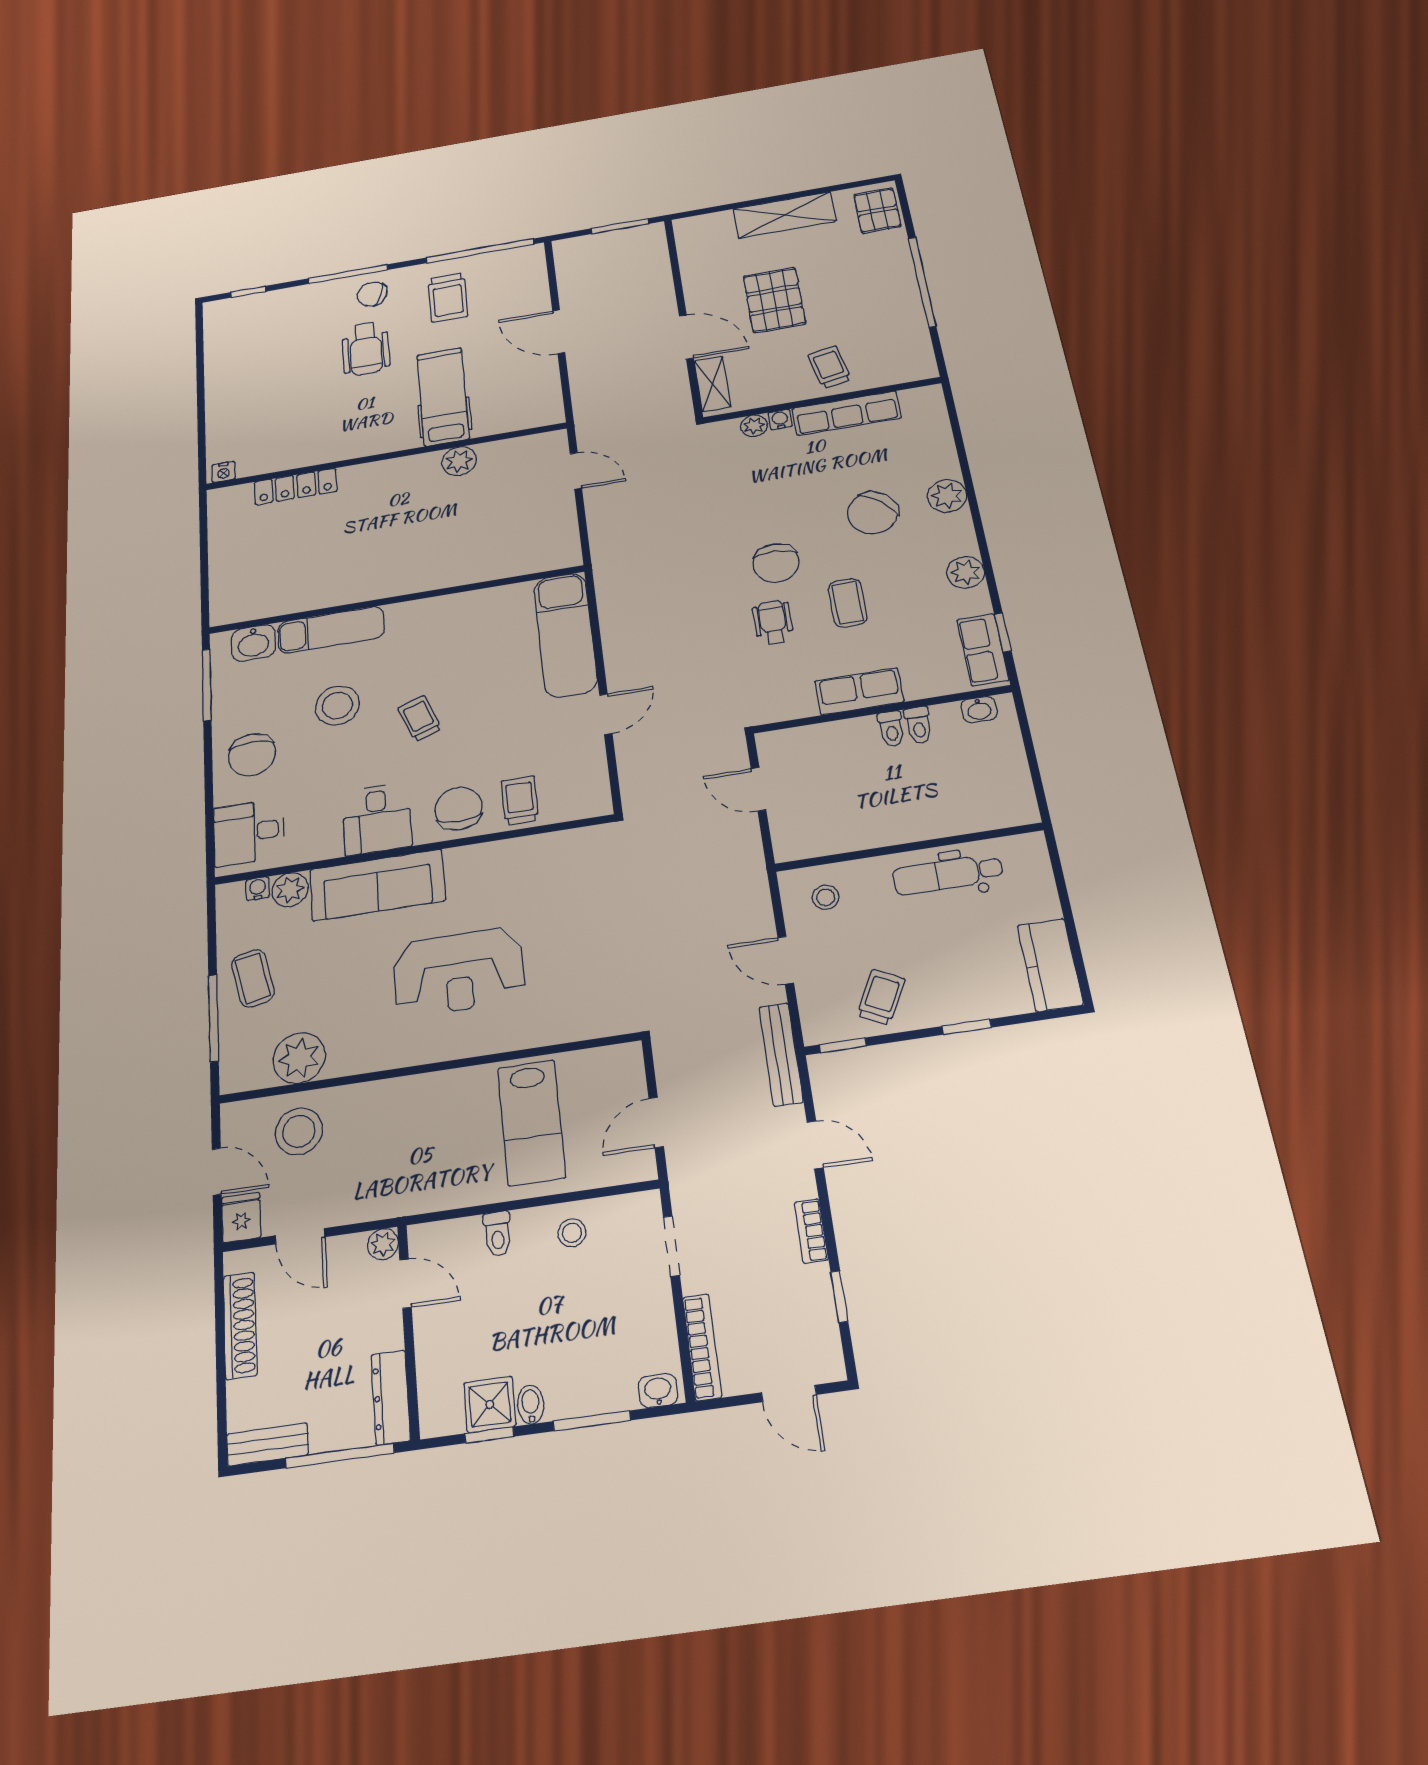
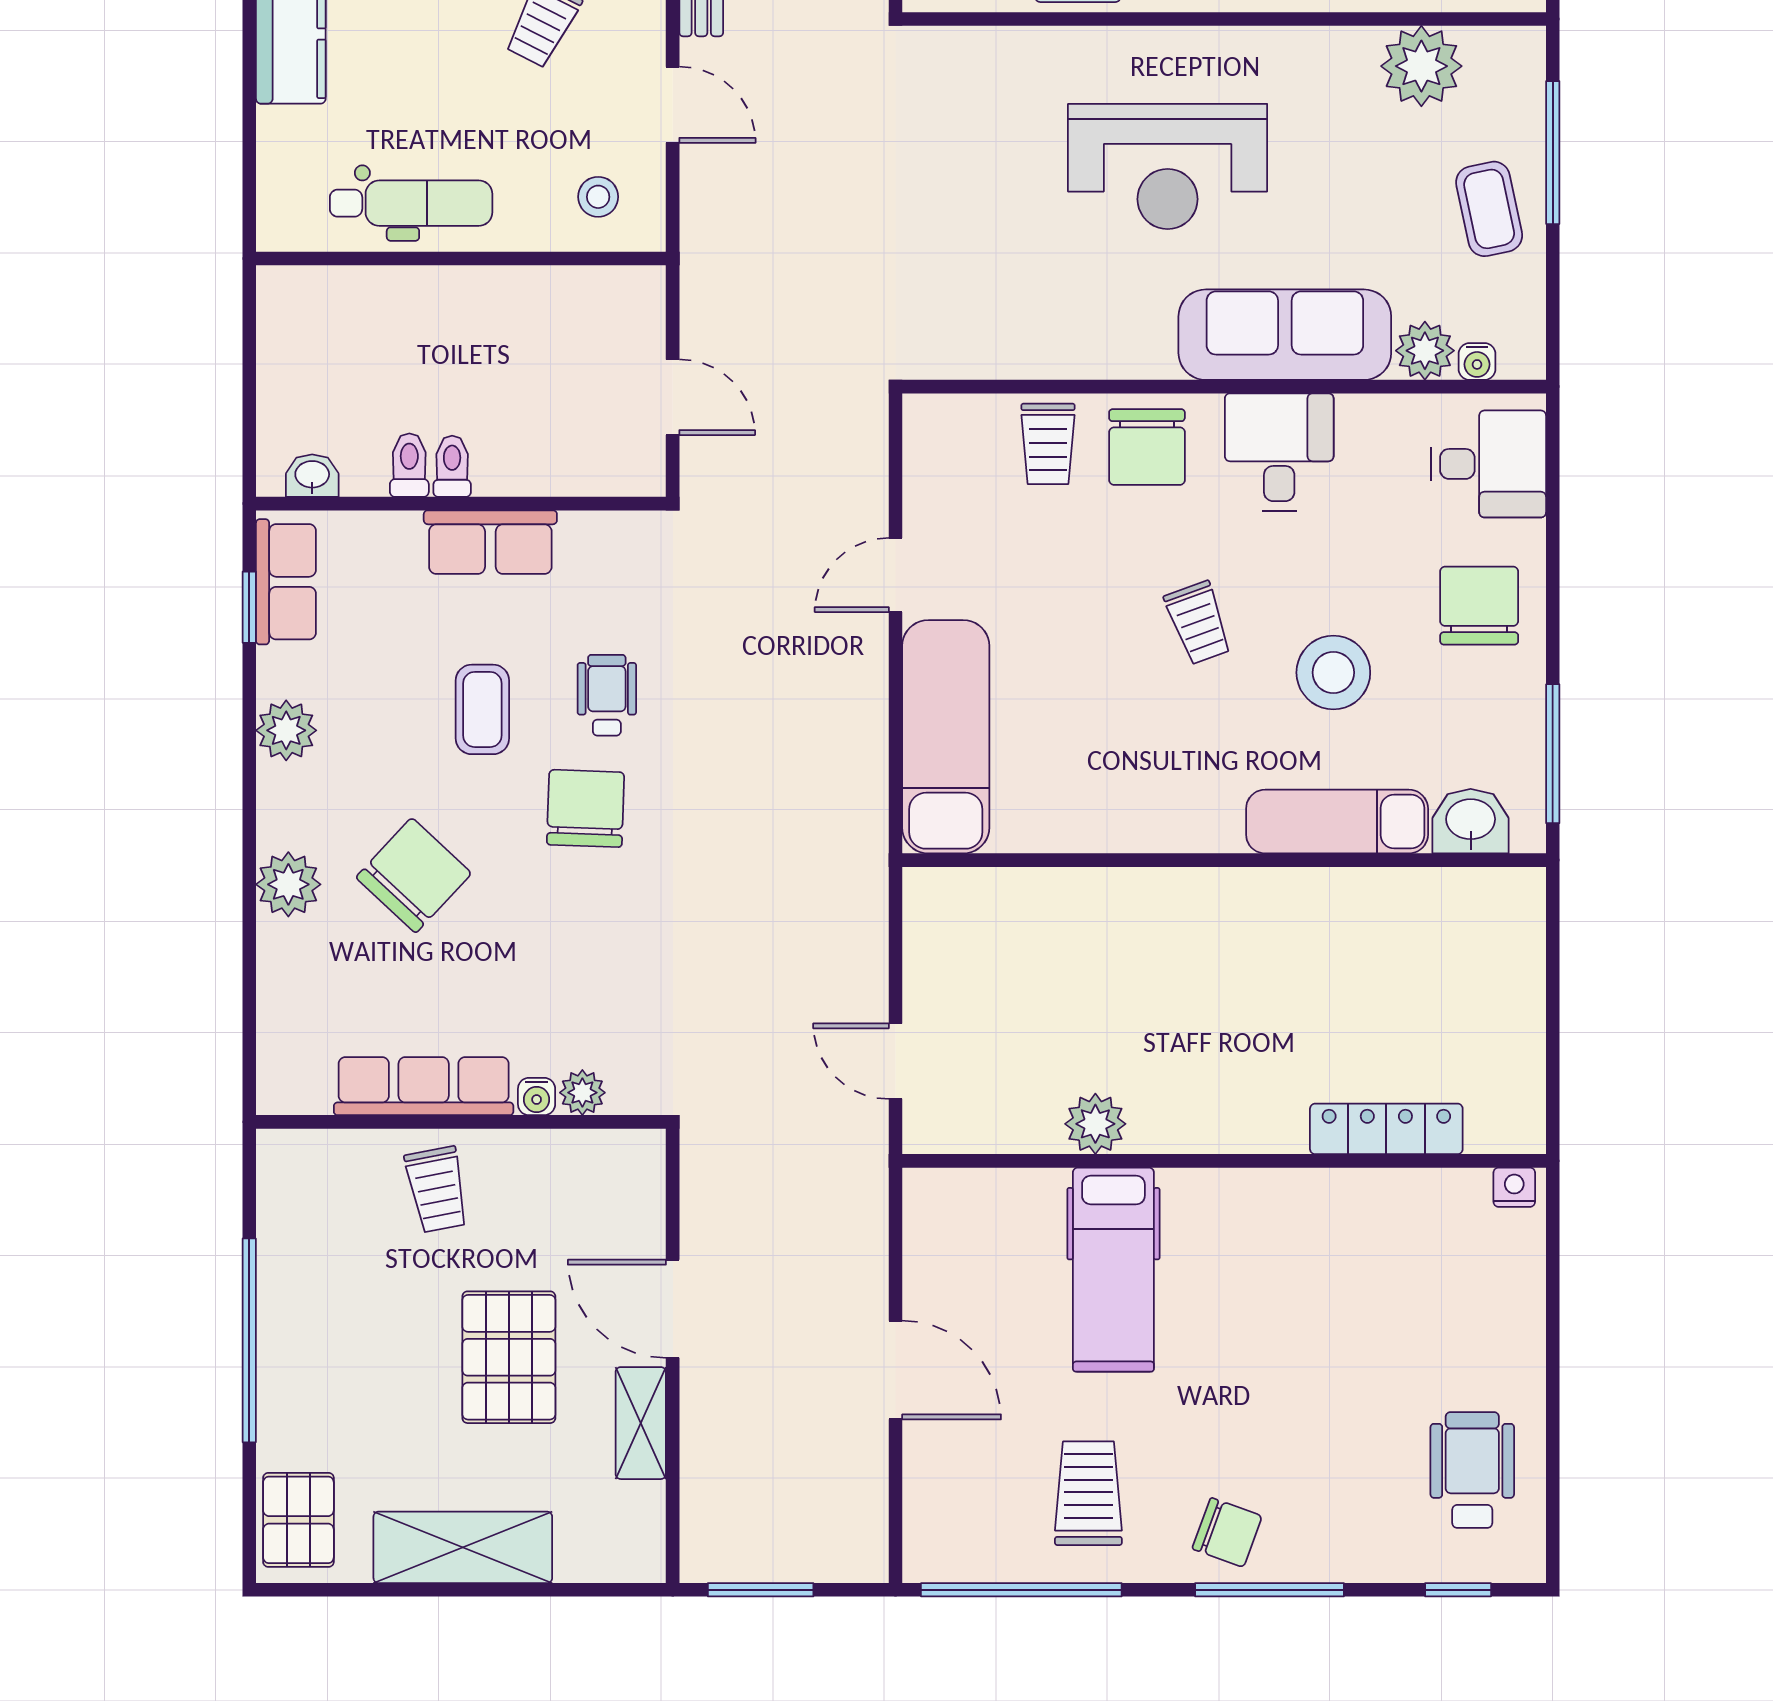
wheelchair: (366, 349) -> (1472, 1470), moved
shelving: (712, 384) -> (641, 1423), moved
wheelchair: (773, 623) -> (607, 695), turned 180
reception desk: (459, 972) -> (1168, 166), turned 180

